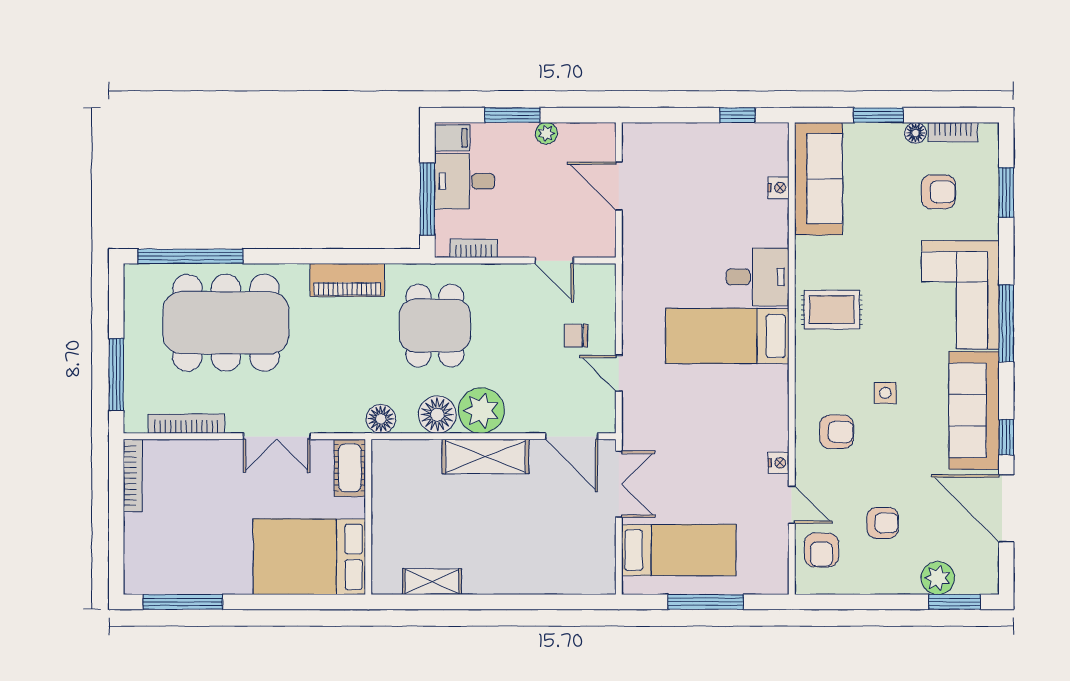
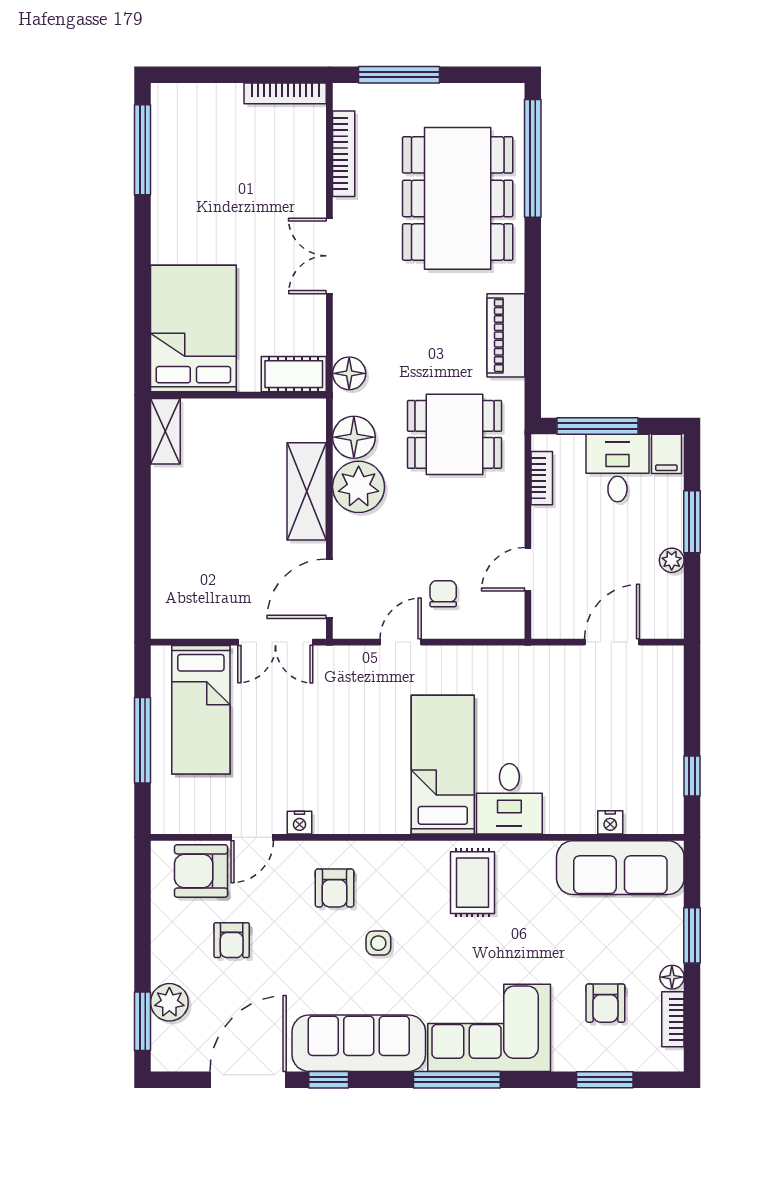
cot: (350, 468) -> (294, 374), moved
wall: (368, 517) -> (238, 395), moved
armchair: (821, 550) -> (201, 871), width x1.38, depth x1.38
bed: (309, 557) -> (193, 328), moved

